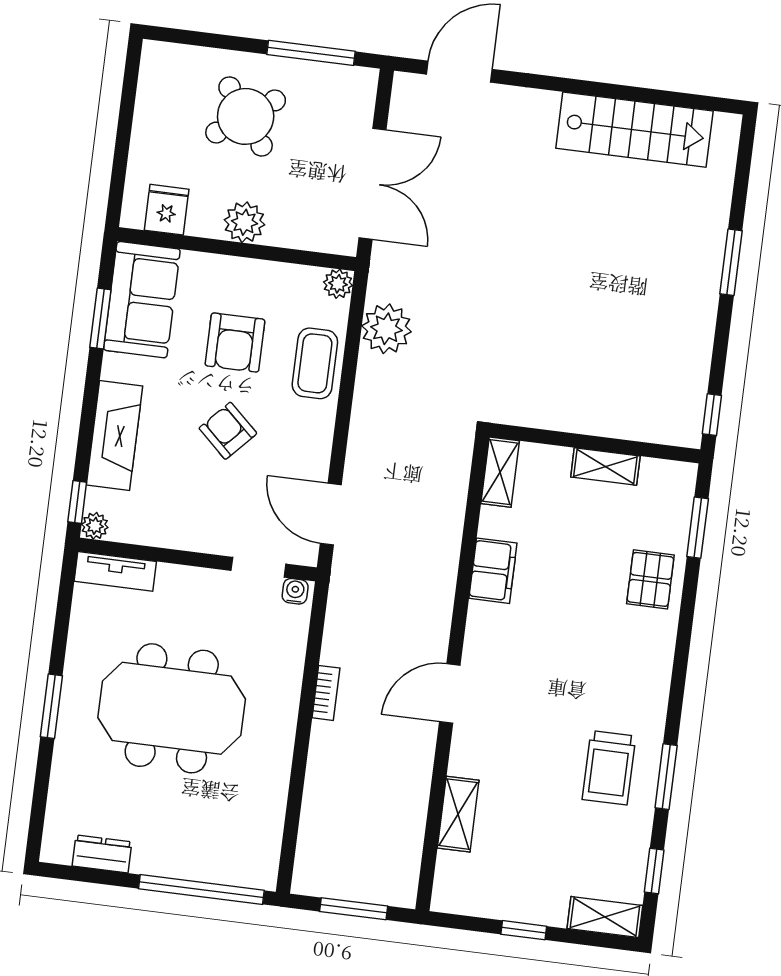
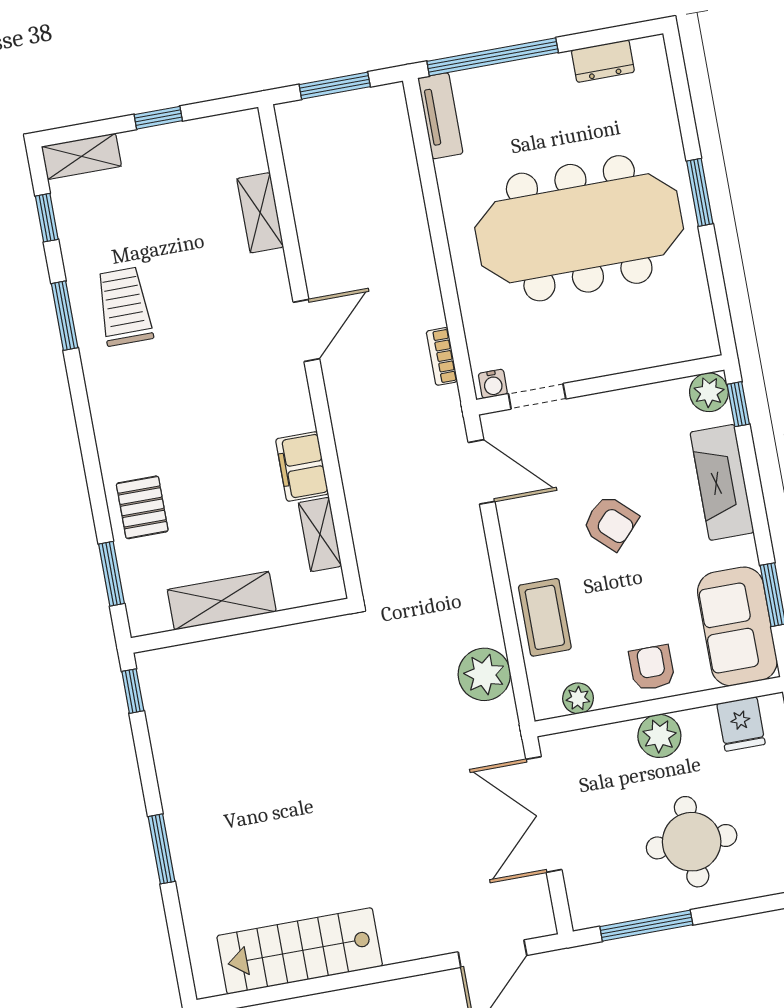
round table: (246, 116) -> (692, 842), turned 36
plant: (338, 284) -> (578, 698), moved
armchair: (235, 343) -> (652, 668), moved, width x0.72, depth x0.72
shelving: (605, 467) -> (222, 601), width x1.50, depth x1.33
shelving: (500, 472) -> (320, 534), moved
plant: (95, 526) -> (709, 392), width x1.38, depth x1.38
tv unit: (115, 571) -> (440, 116), moved, turned 90
bookcase: (326, 693) -> (442, 356), moved
meeting table: (172, 708) -> (579, 228), width x1.36

